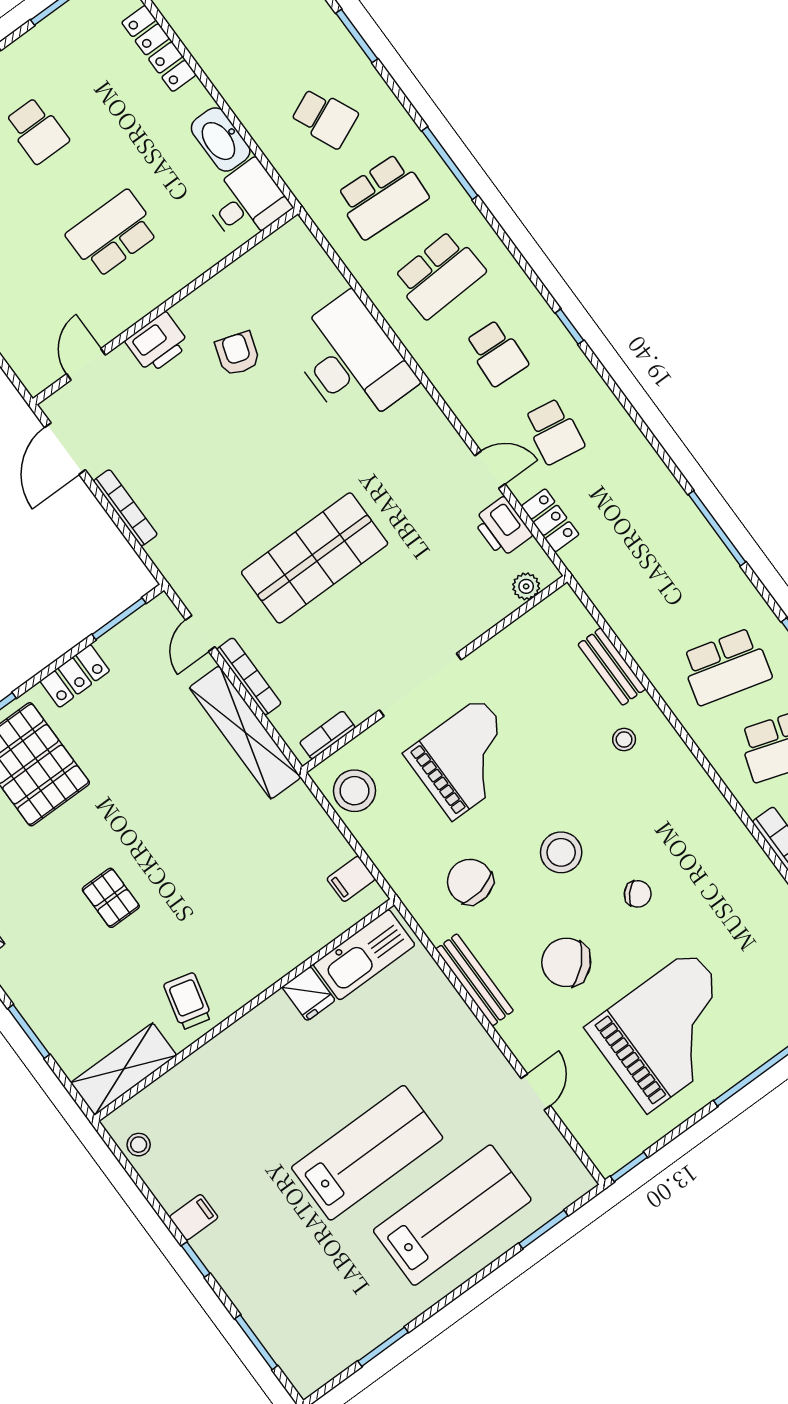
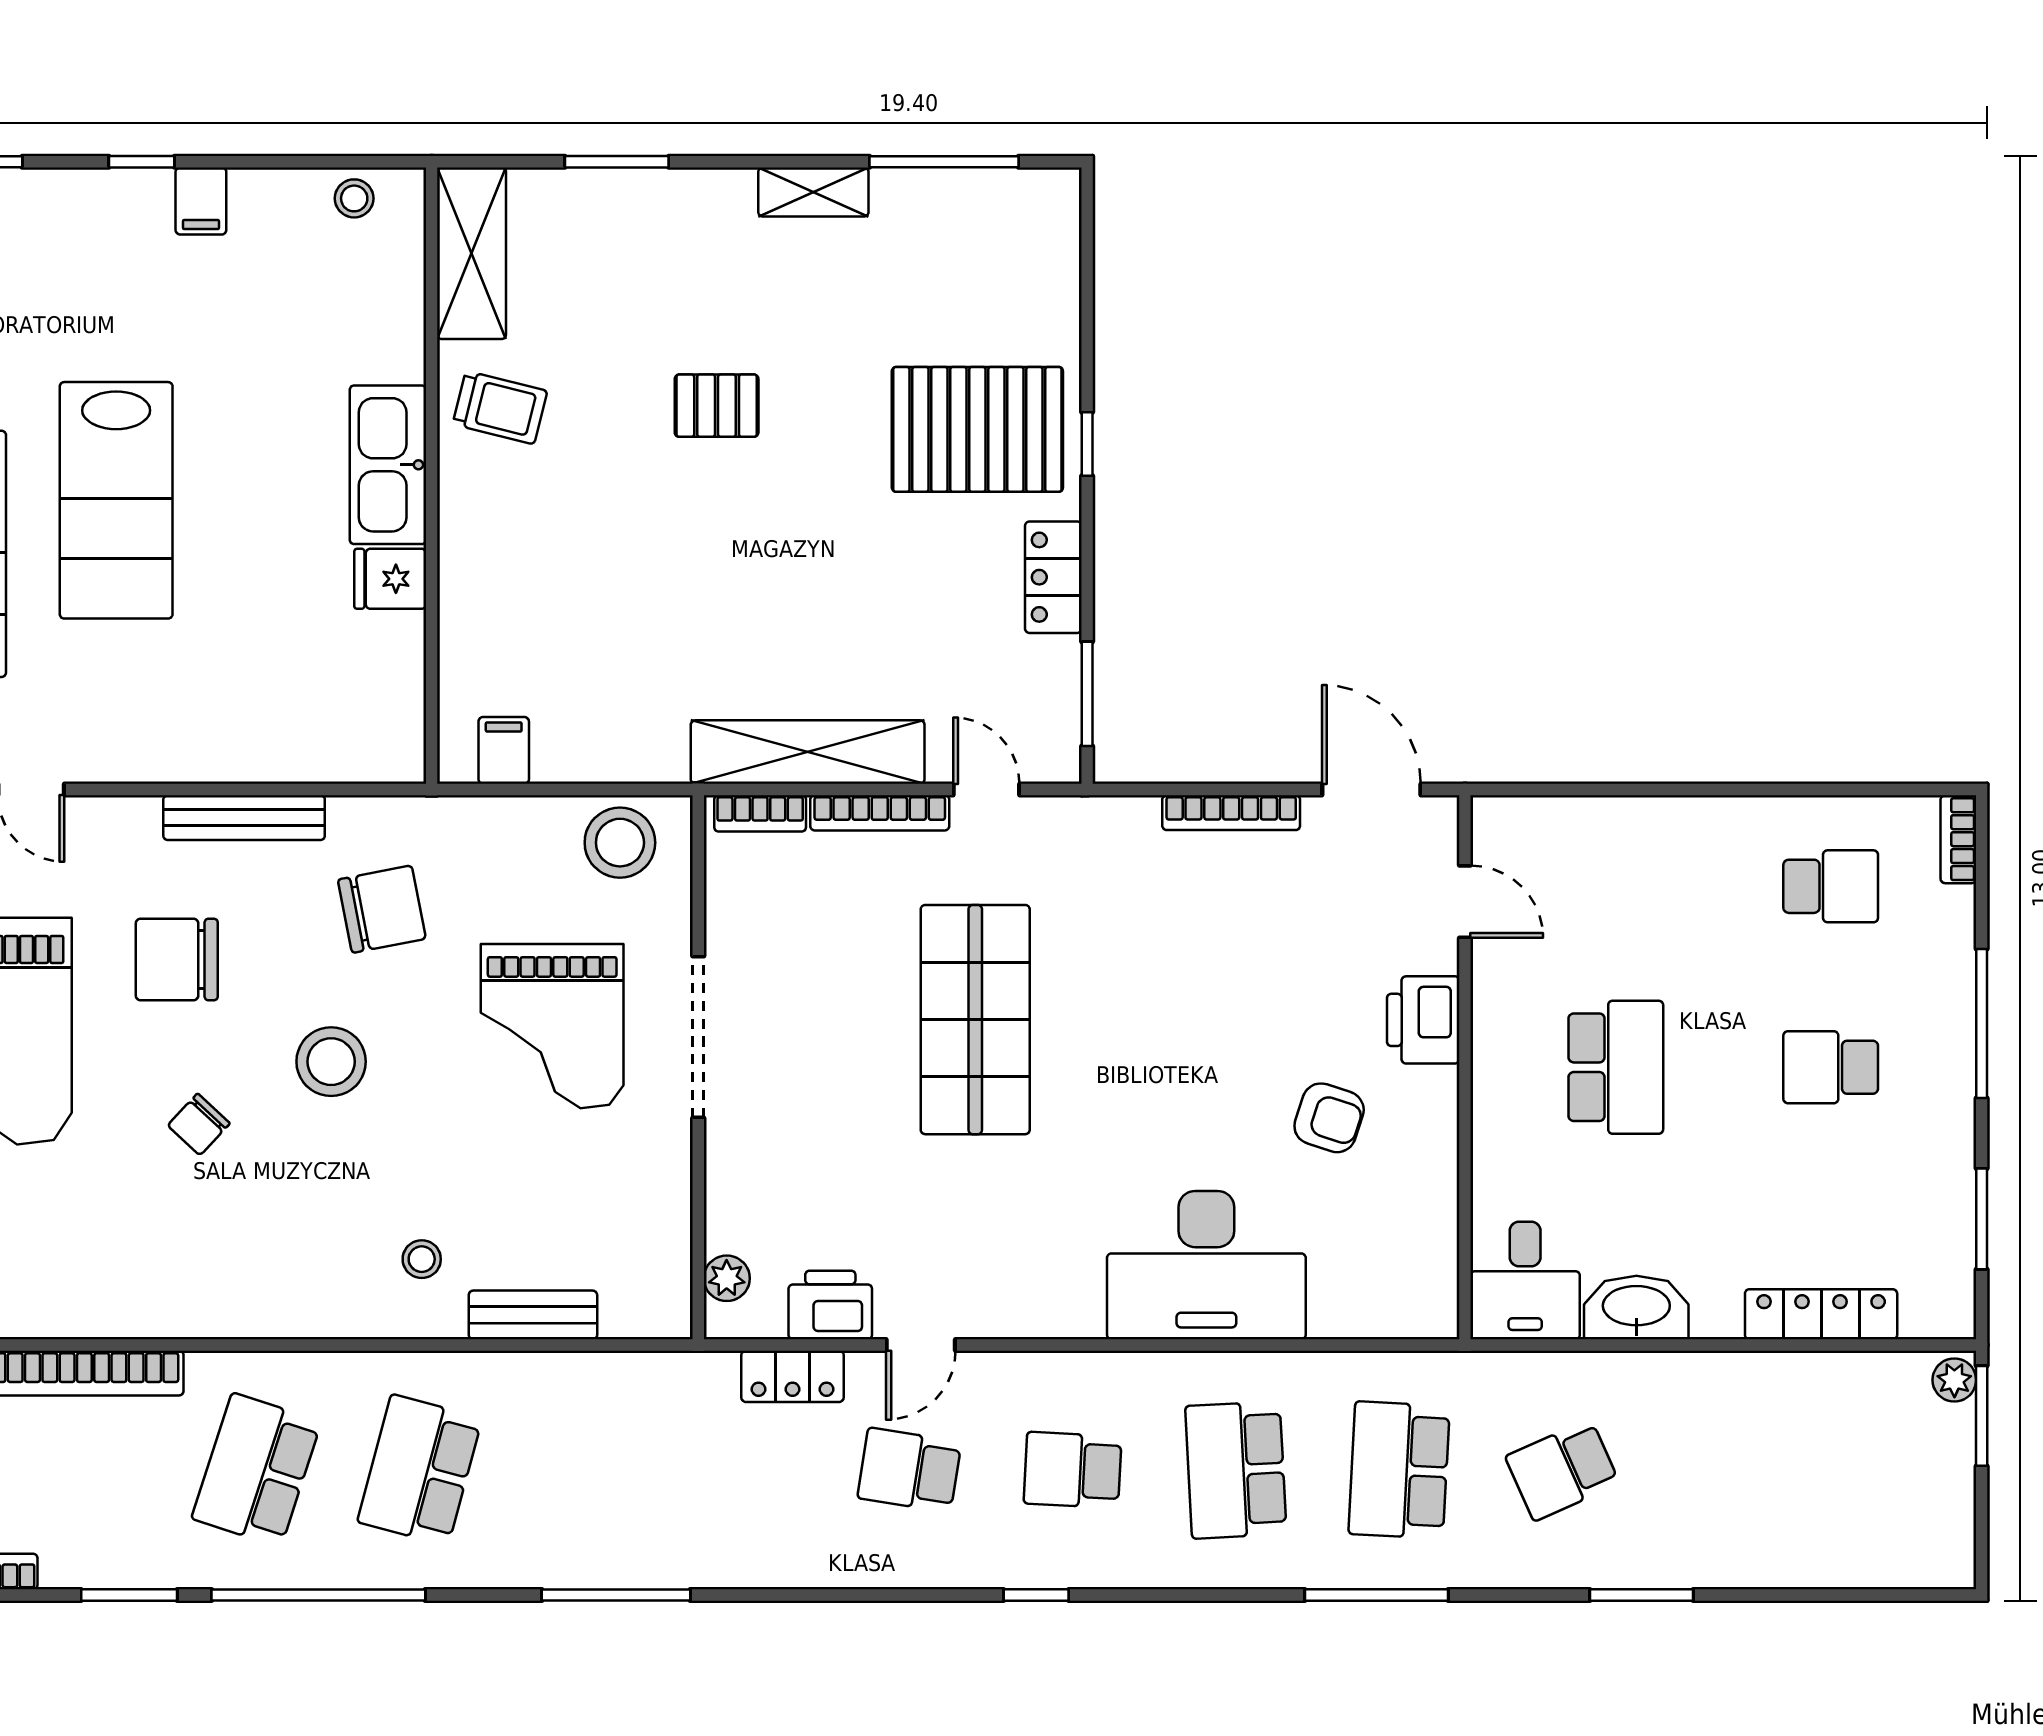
bookcase: (327, 735) -> (760, 813), moved, turned 90
kitchen sink: (364, 955) -> (388, 465), moved
chair: (566, 962) -> (177, 959), turned -136

